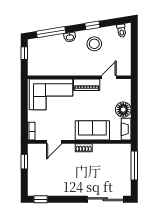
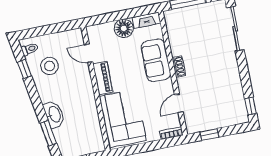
window: (92, 25) -> (24, 69), moved
window: (51, 32) -> (48, 133), width x0.69
washbasin: (70, 37) -> (54, 114), width x1.91, depth x1.45
stool: (94, 44) -> (50, 66), moved
door: (54, 142) -> (179, 103), swing flipped

